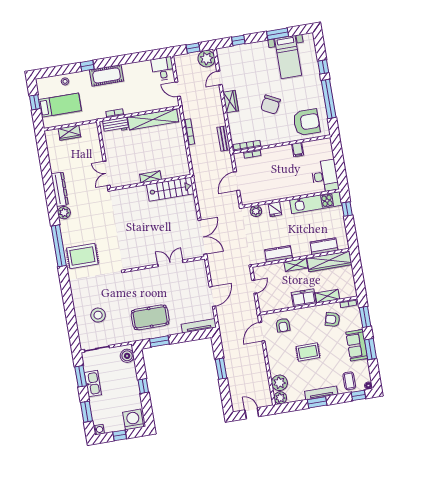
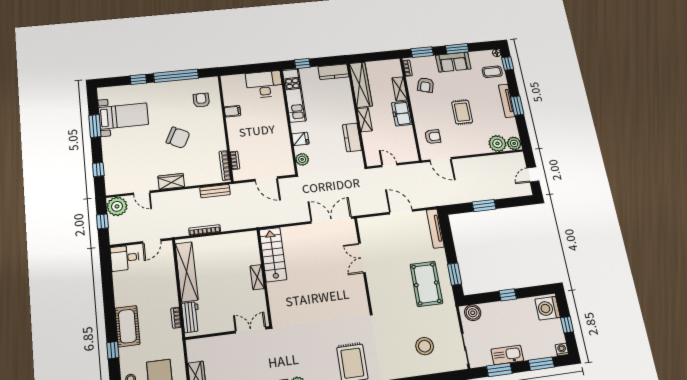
armchair: (306, 122) -> (201, 100), width x0.53, depth x0.53
double door: (107, 173) -> (251, 330), swing flipped
kitchen counter: (324, 246) -> (334, 72), moved, turned -90

